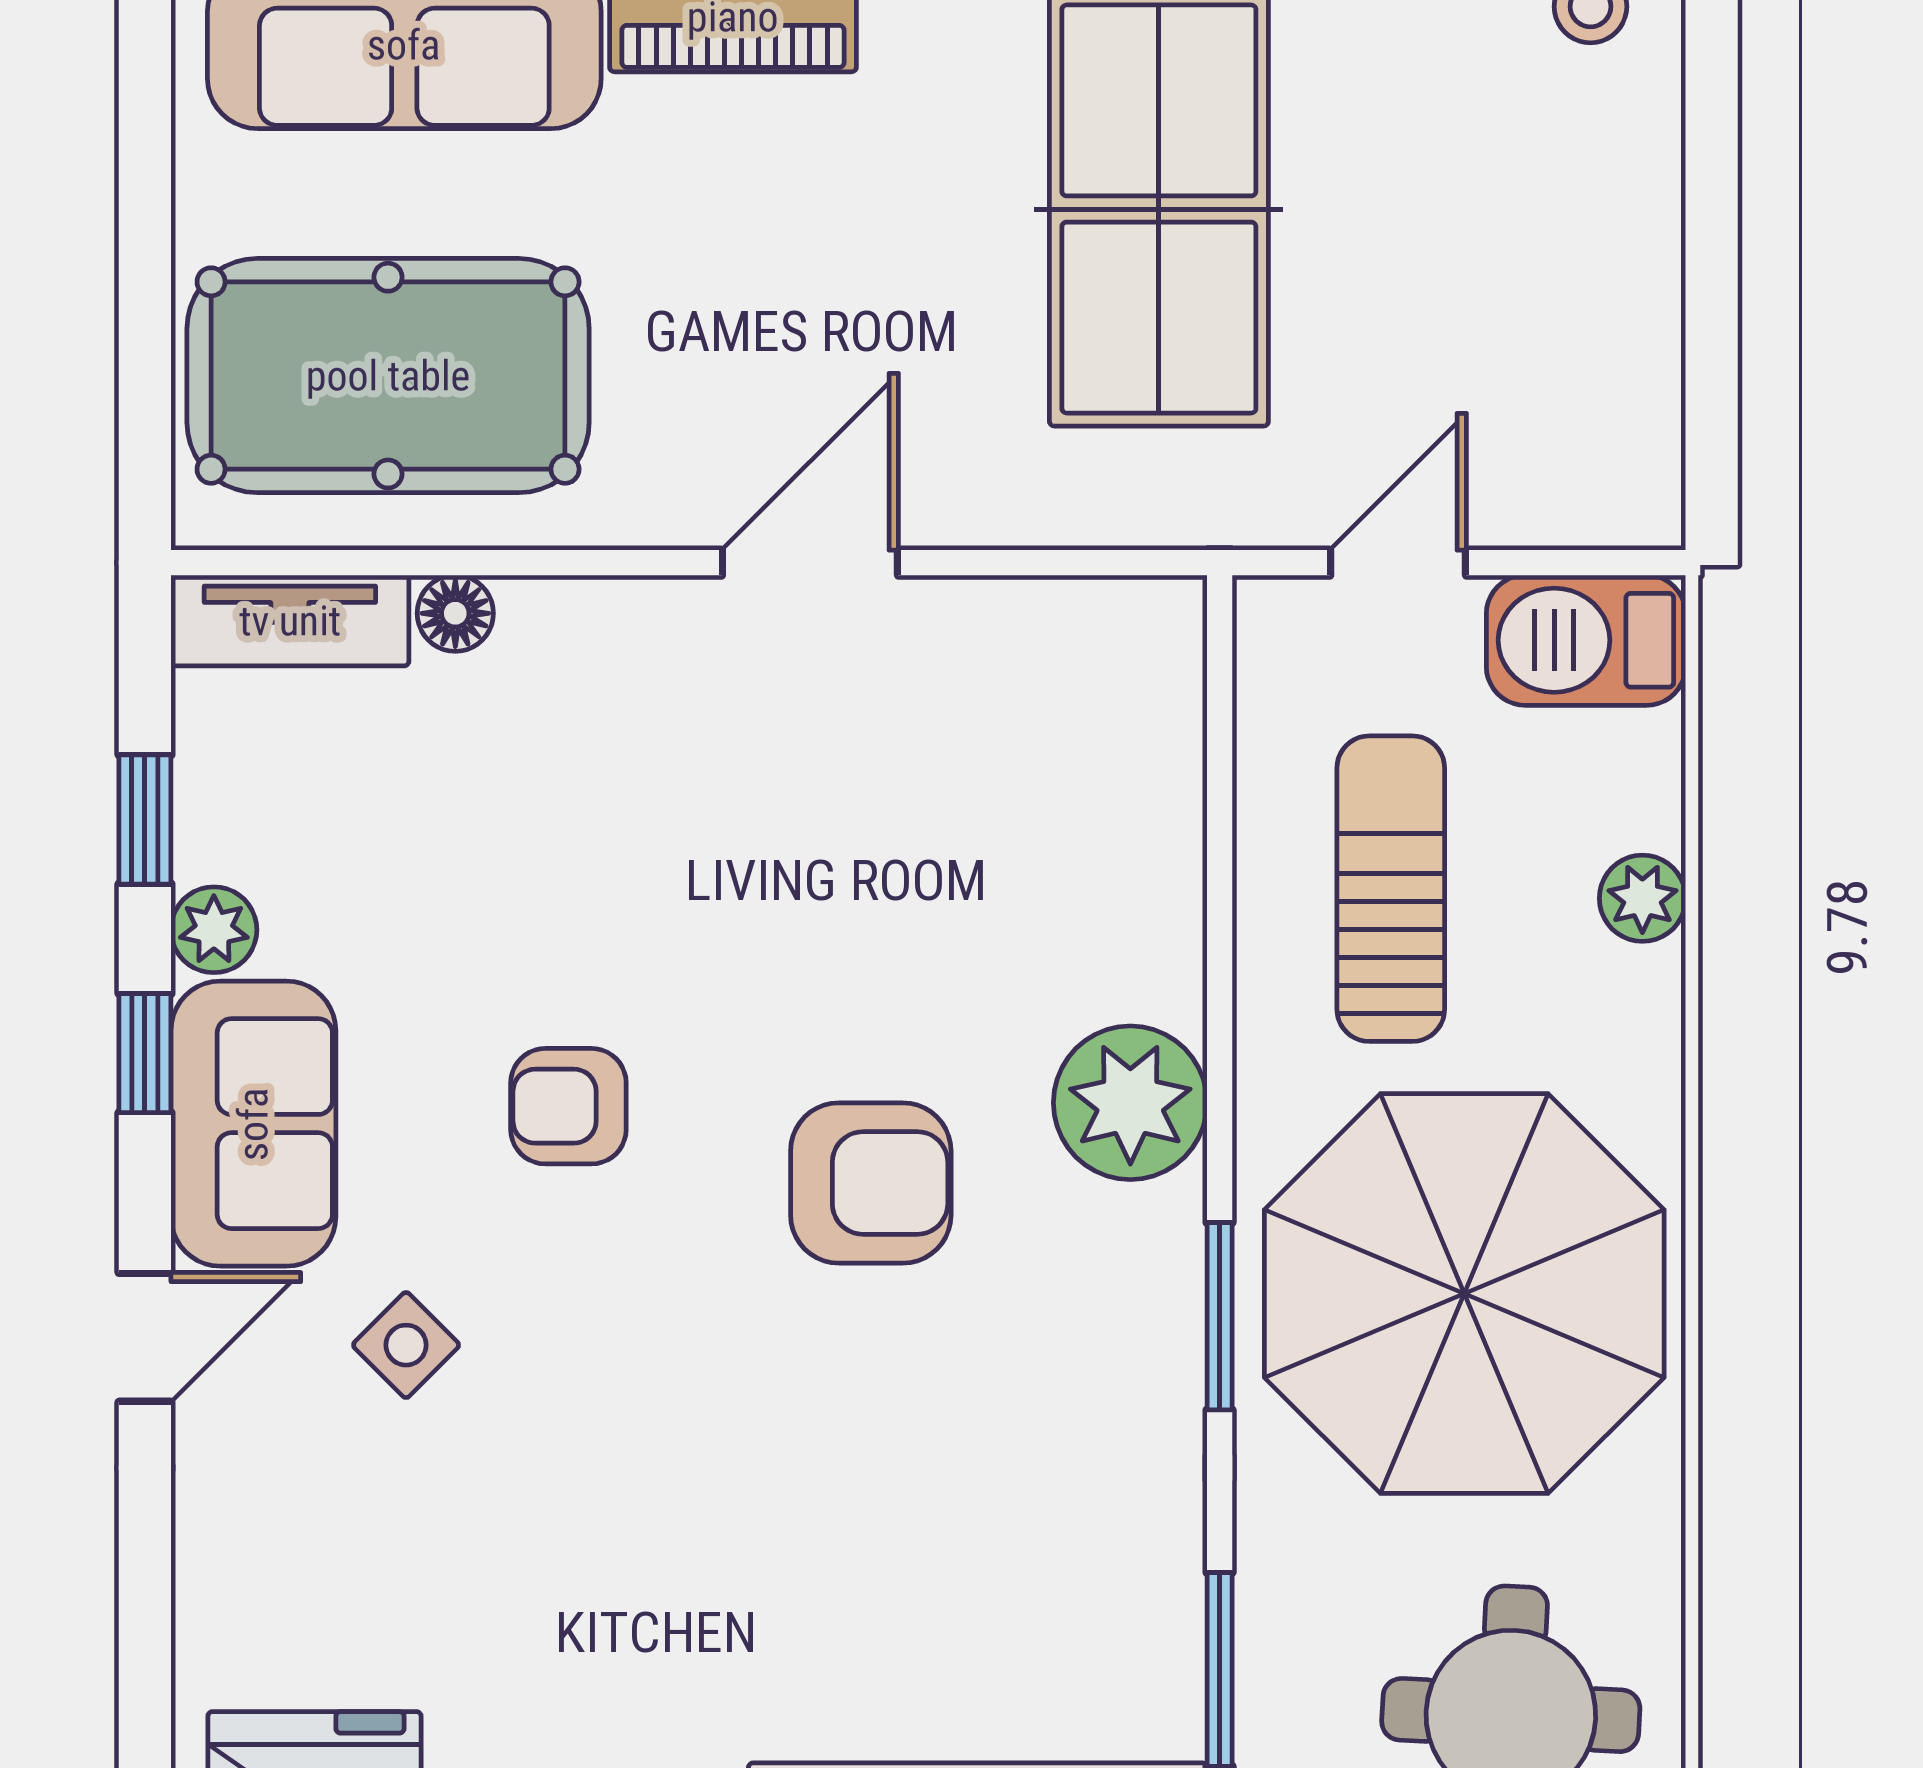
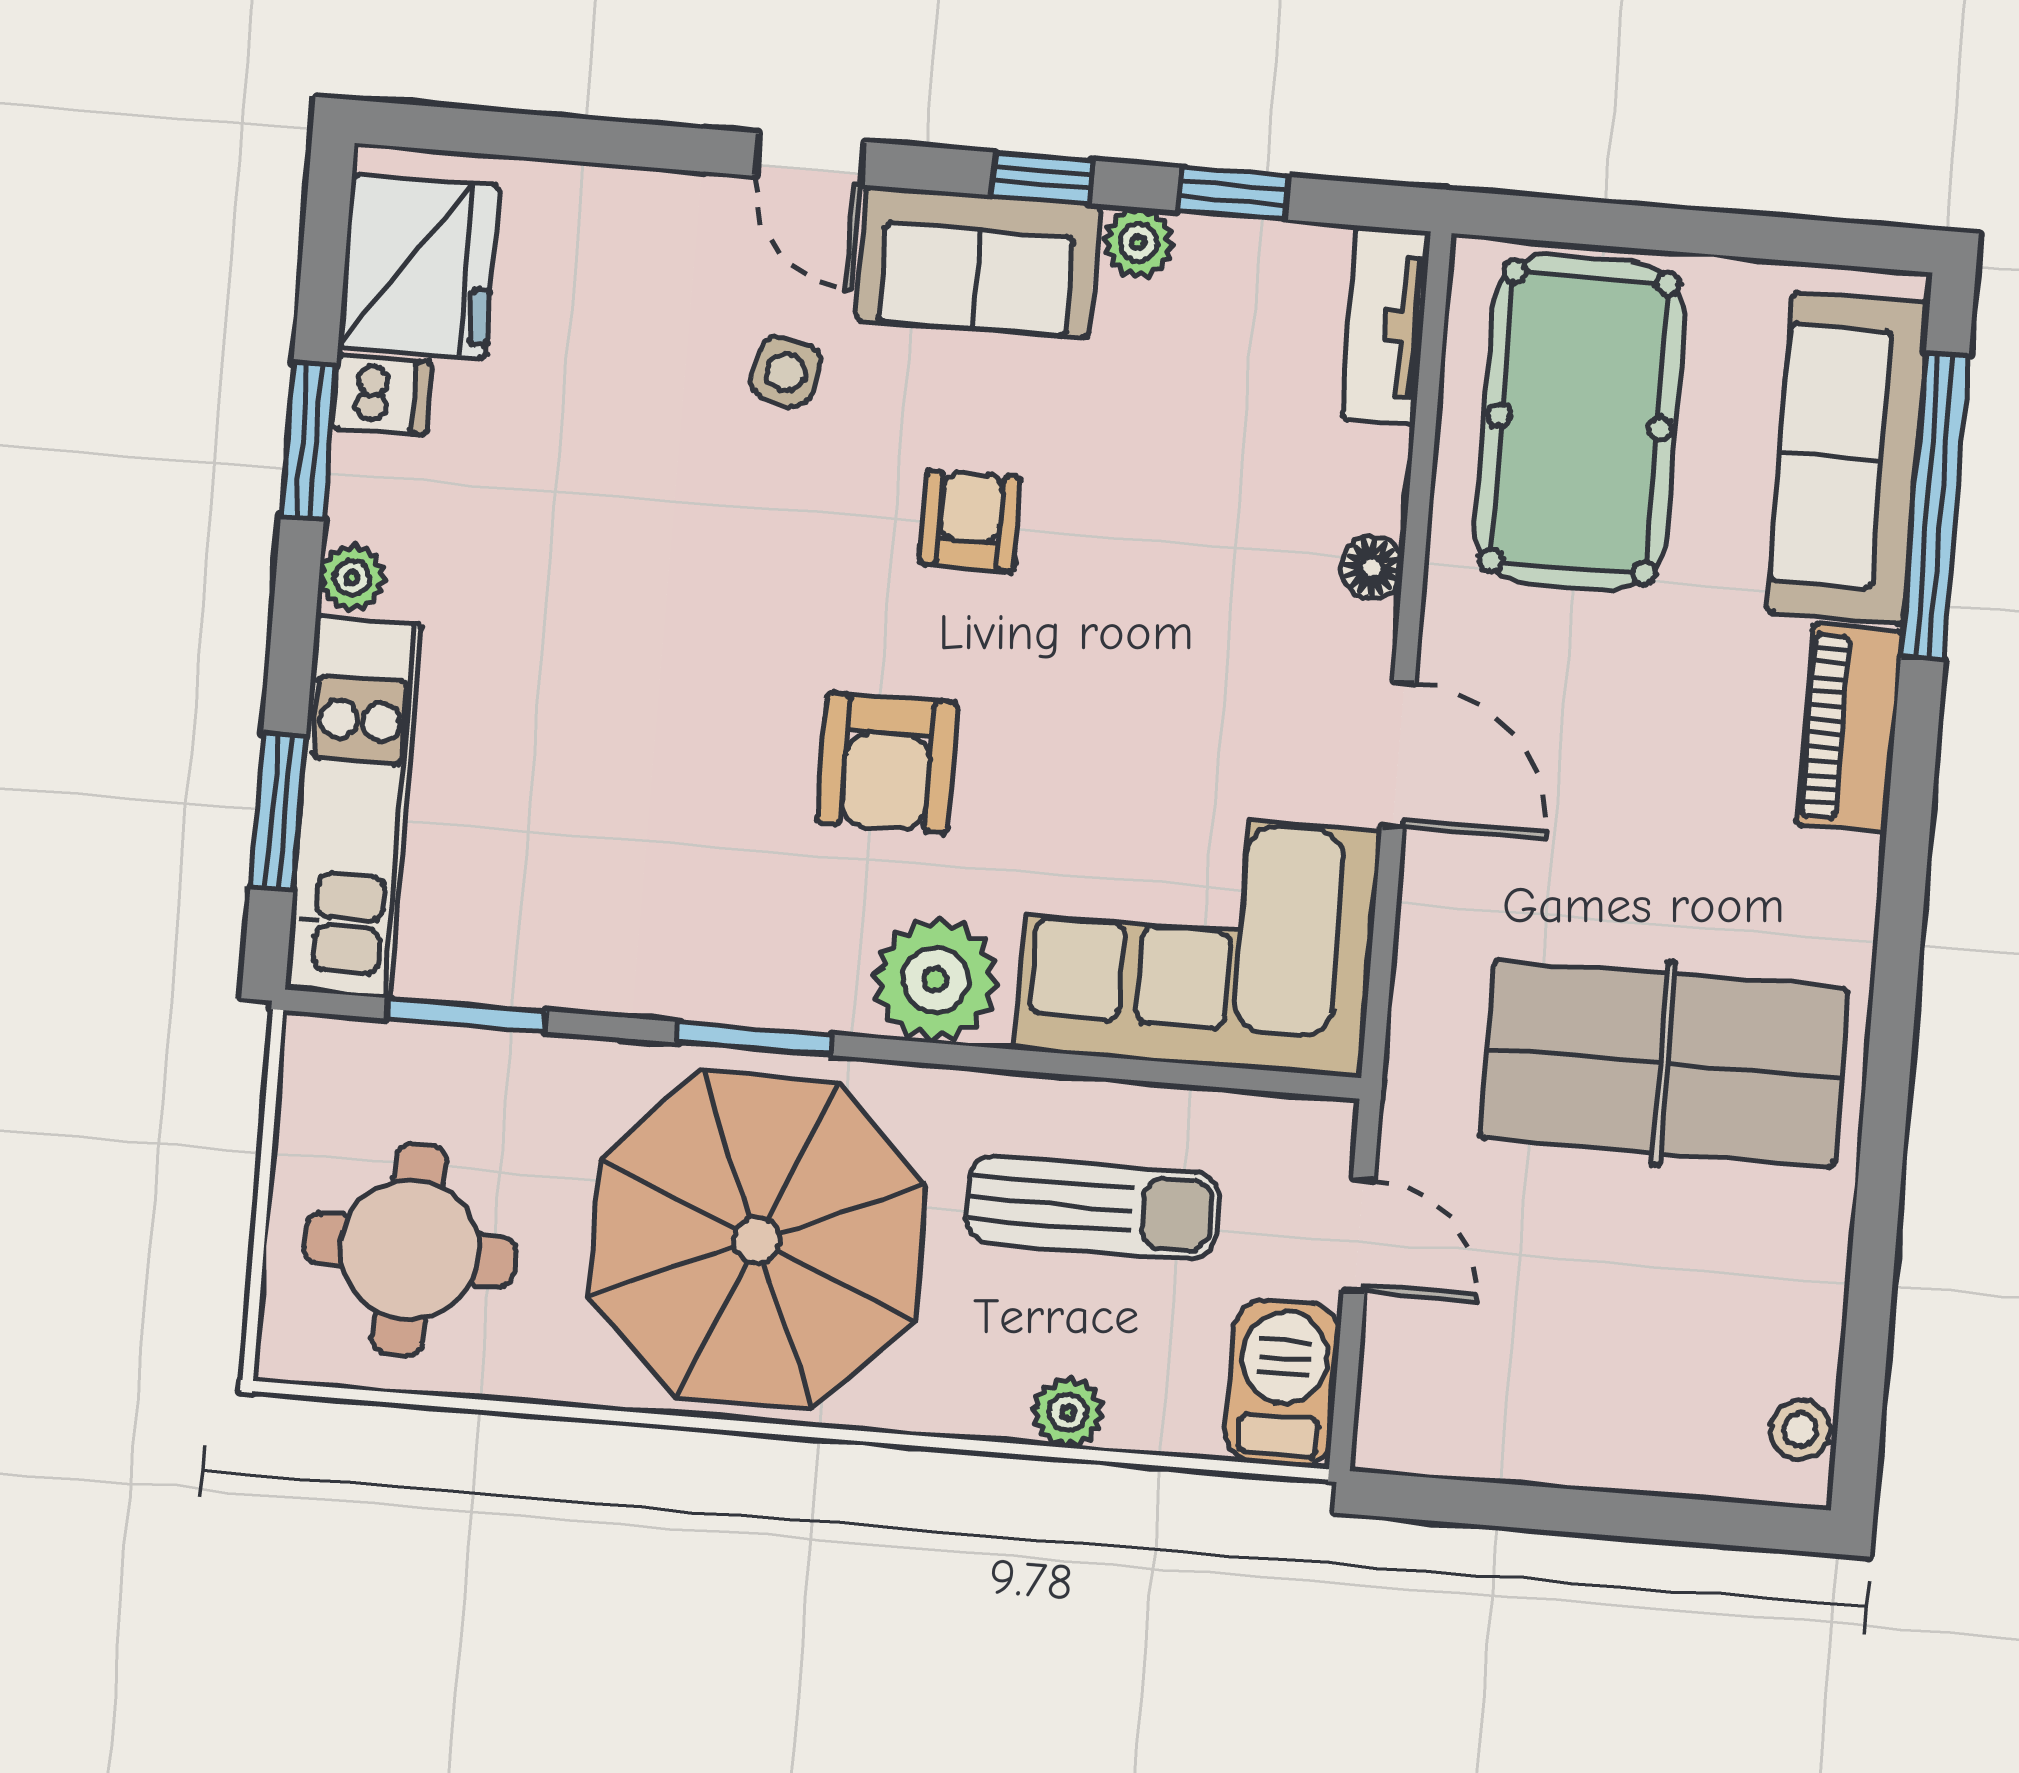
floor lamp: (455, 613) -> (1372, 567), moved
corner sofa: (1055, 788) -> (1198, 940), added
side table: (406, 1345) -> (786, 372), turned -32

